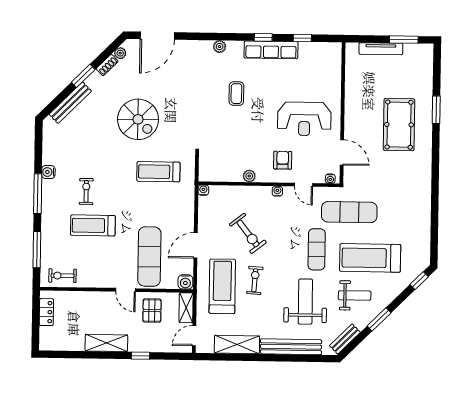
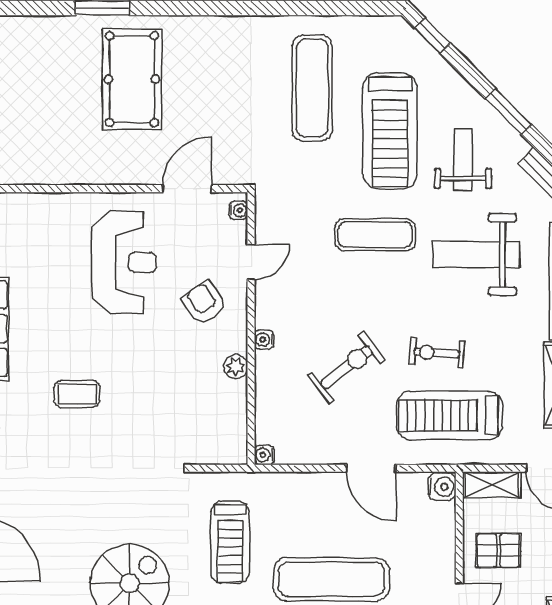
pool table: (399, 125) -> (132, 79), turned 90
armchair: (283, 160) -> (204, 303), turned 55
water cooler: (277, 191) -> (264, 340), moved
exercise mat: (349, 212) -> (312, 88), moved
exercise mat: (149, 257) -> (331, 579), moved

